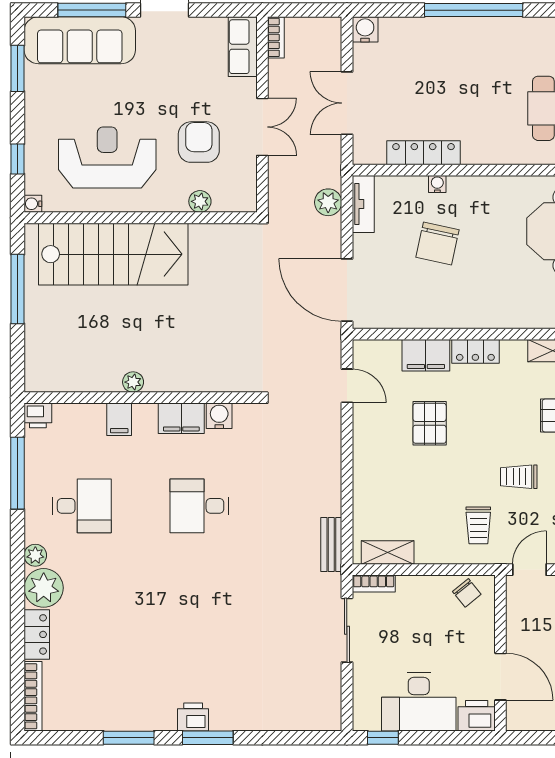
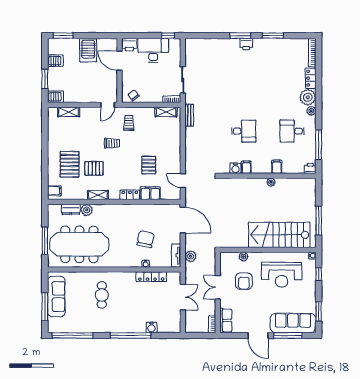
water cooler: (365, 29) -> (151, 327), moved
filing cabinet: (181, 418) -> (246, 167), width x0.50

